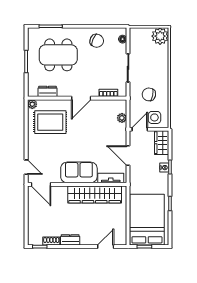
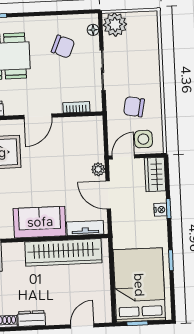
plant: (160, 36) -> (115, 25), moved
chair: (97, 41) -> (63, 47), moved
plant: (122, 118) -> (98, 169), moved

